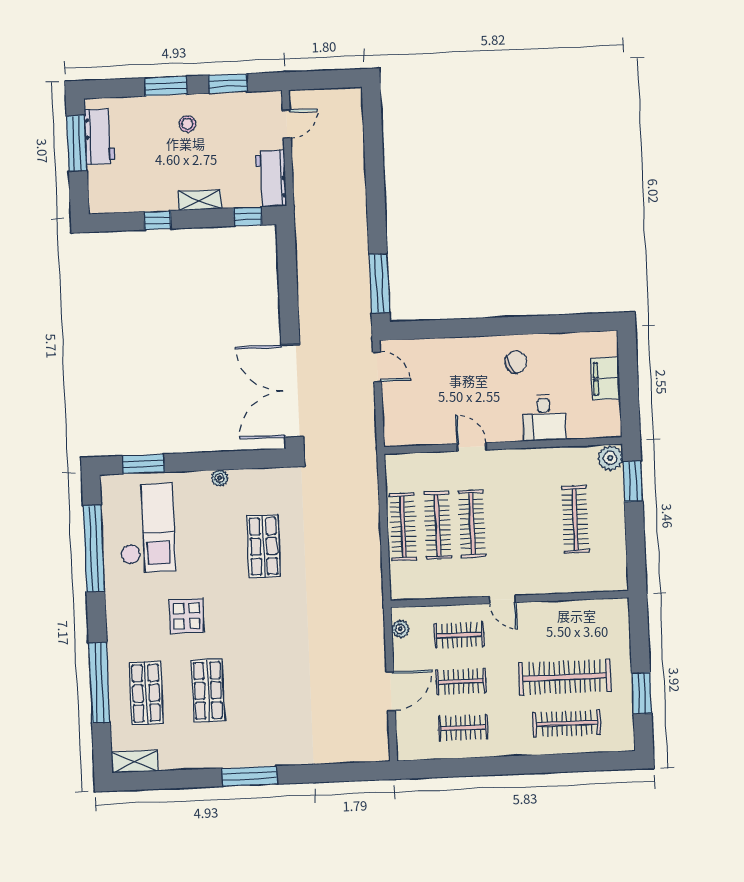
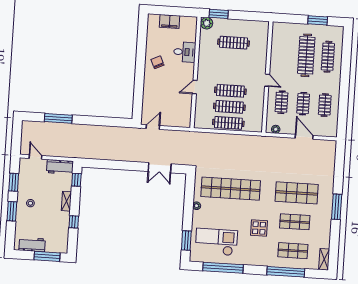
window: (77, 143) -> (47, 256), moved
window: (379, 283) -> (58, 118), moved
double door: (292, 391) -> (160, 168), width x0.54
shop shelf: (264, 546) -> (231, 189), width x2.00, depth x1.36
door: (503, 599) -> (267, 80), hinge flipped
shop shelf: (270, 688) -> (297, 193), added

